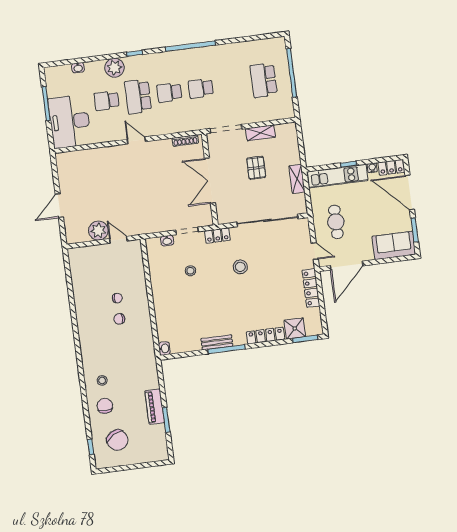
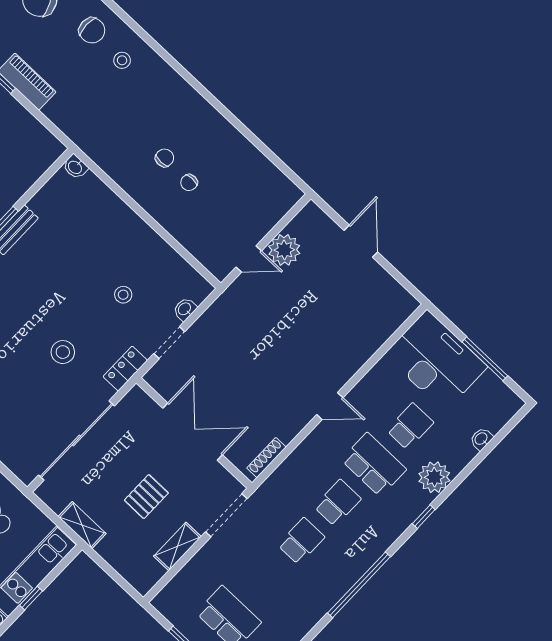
pallet: (256, 168) -> (146, 497), turned 90

